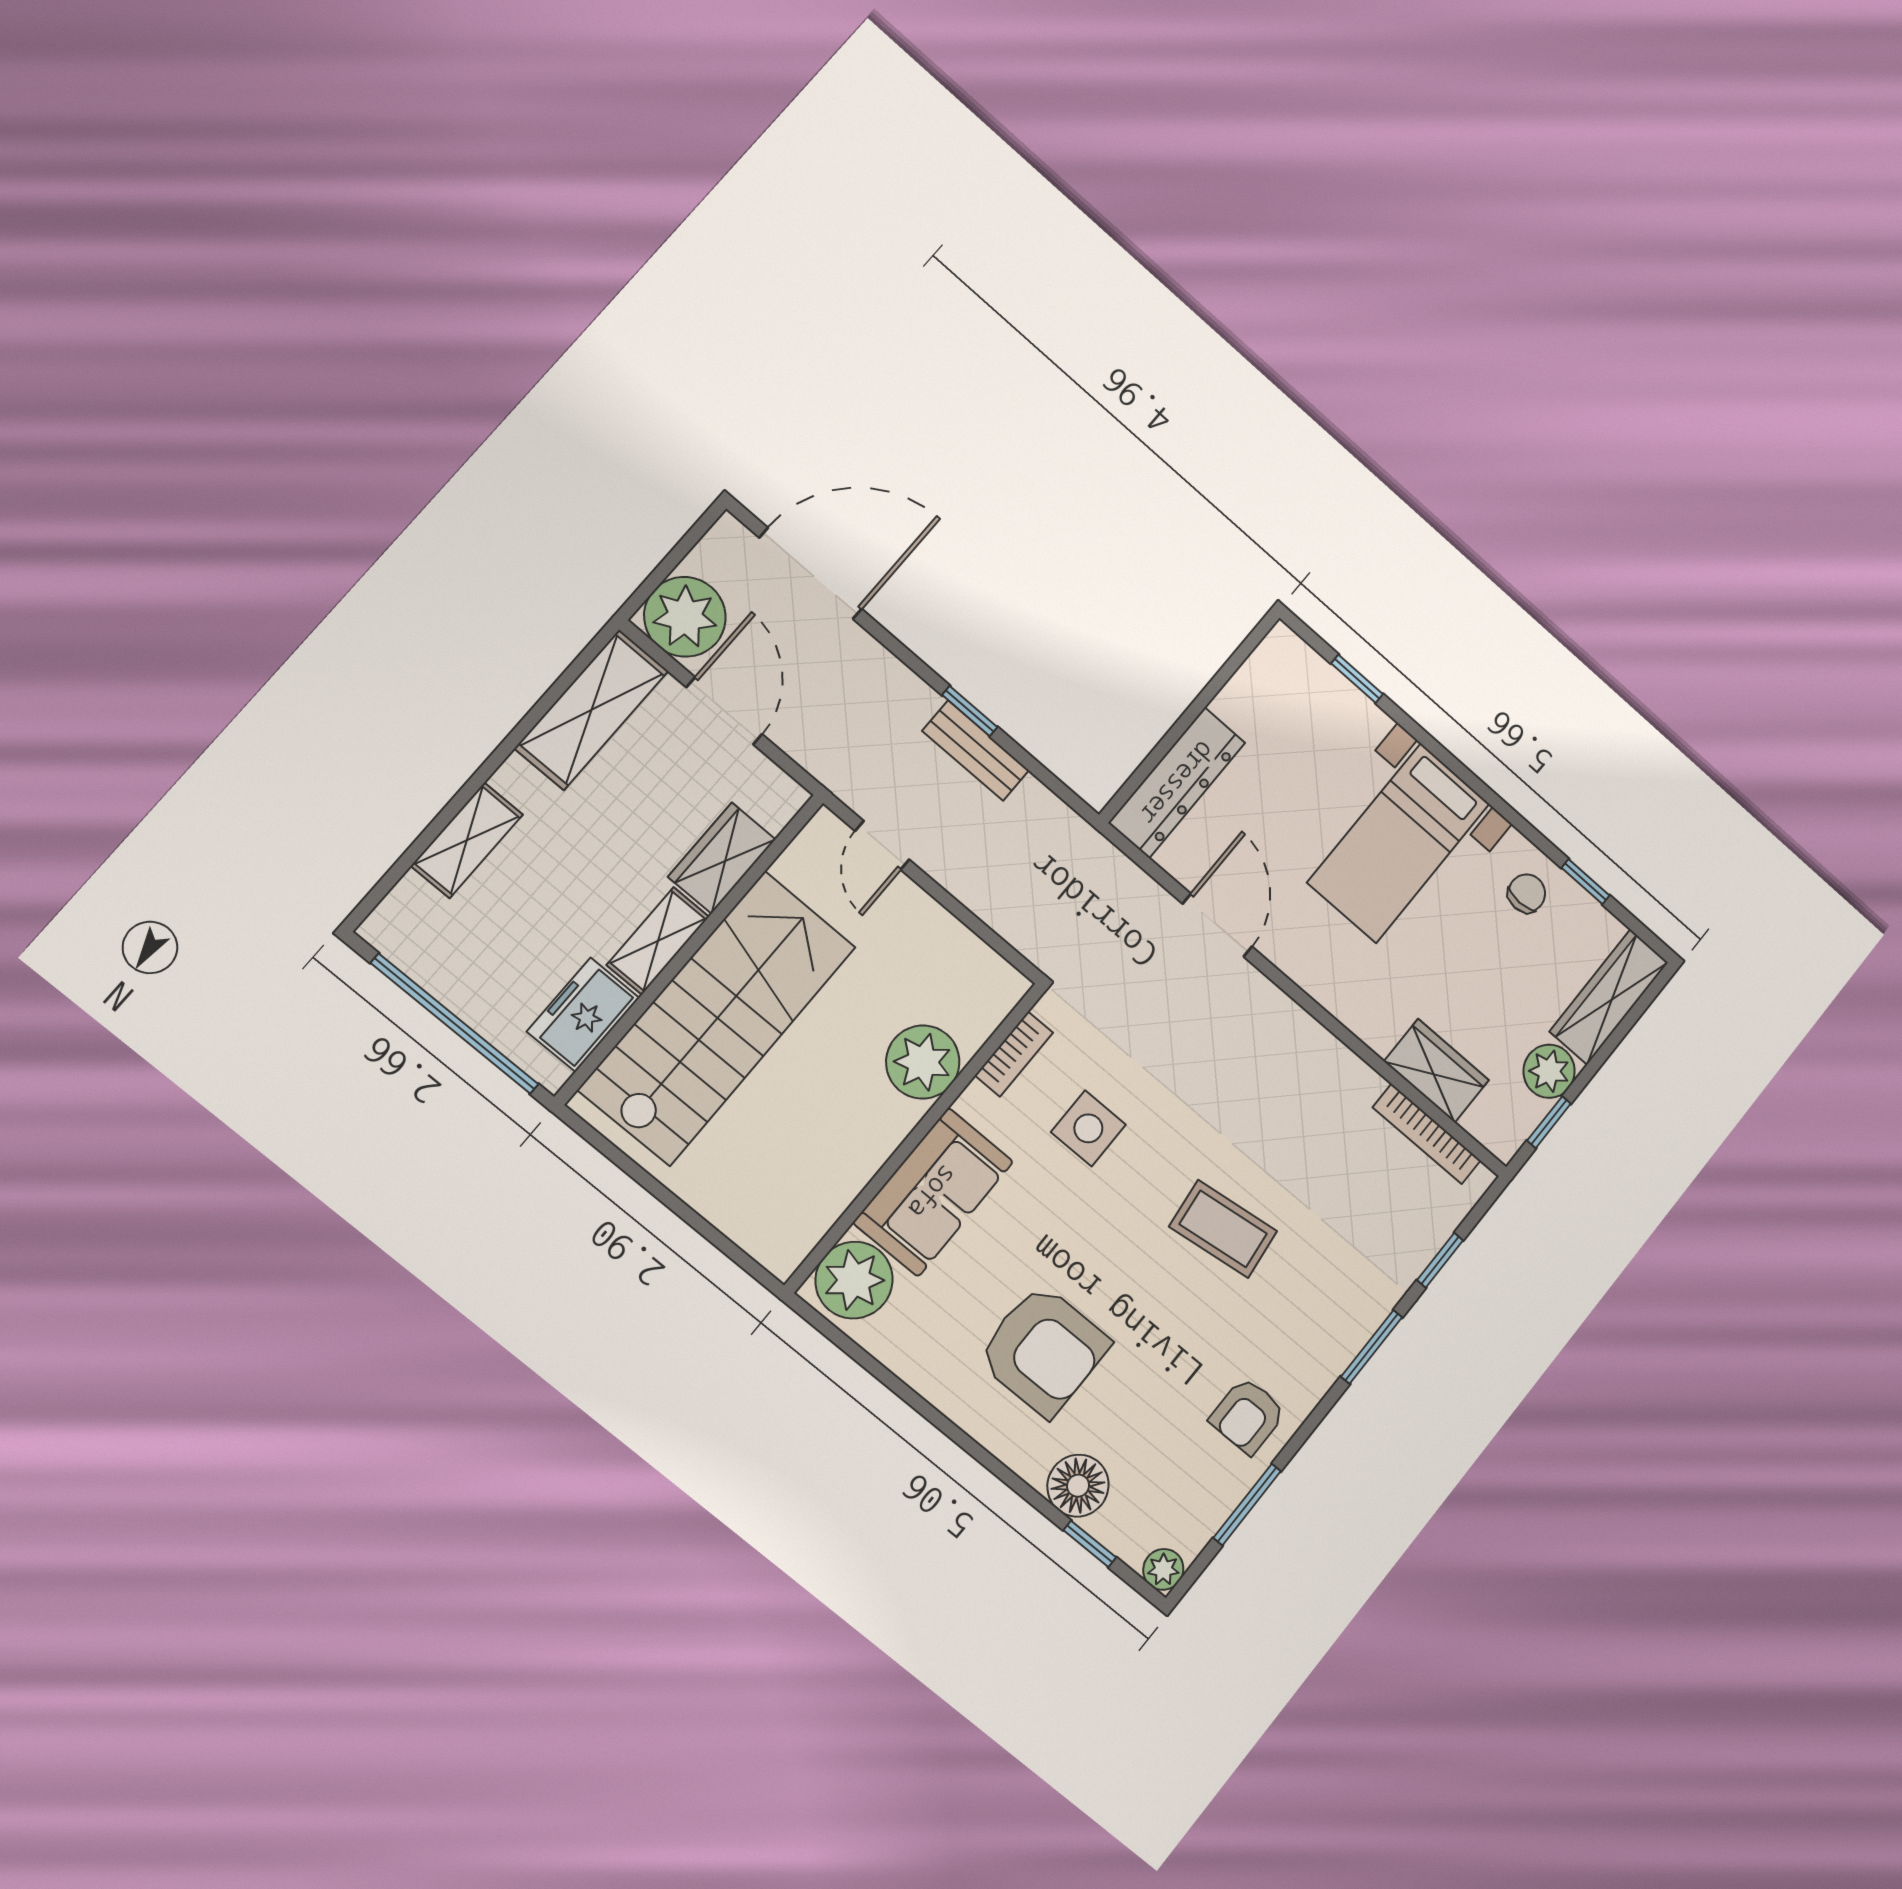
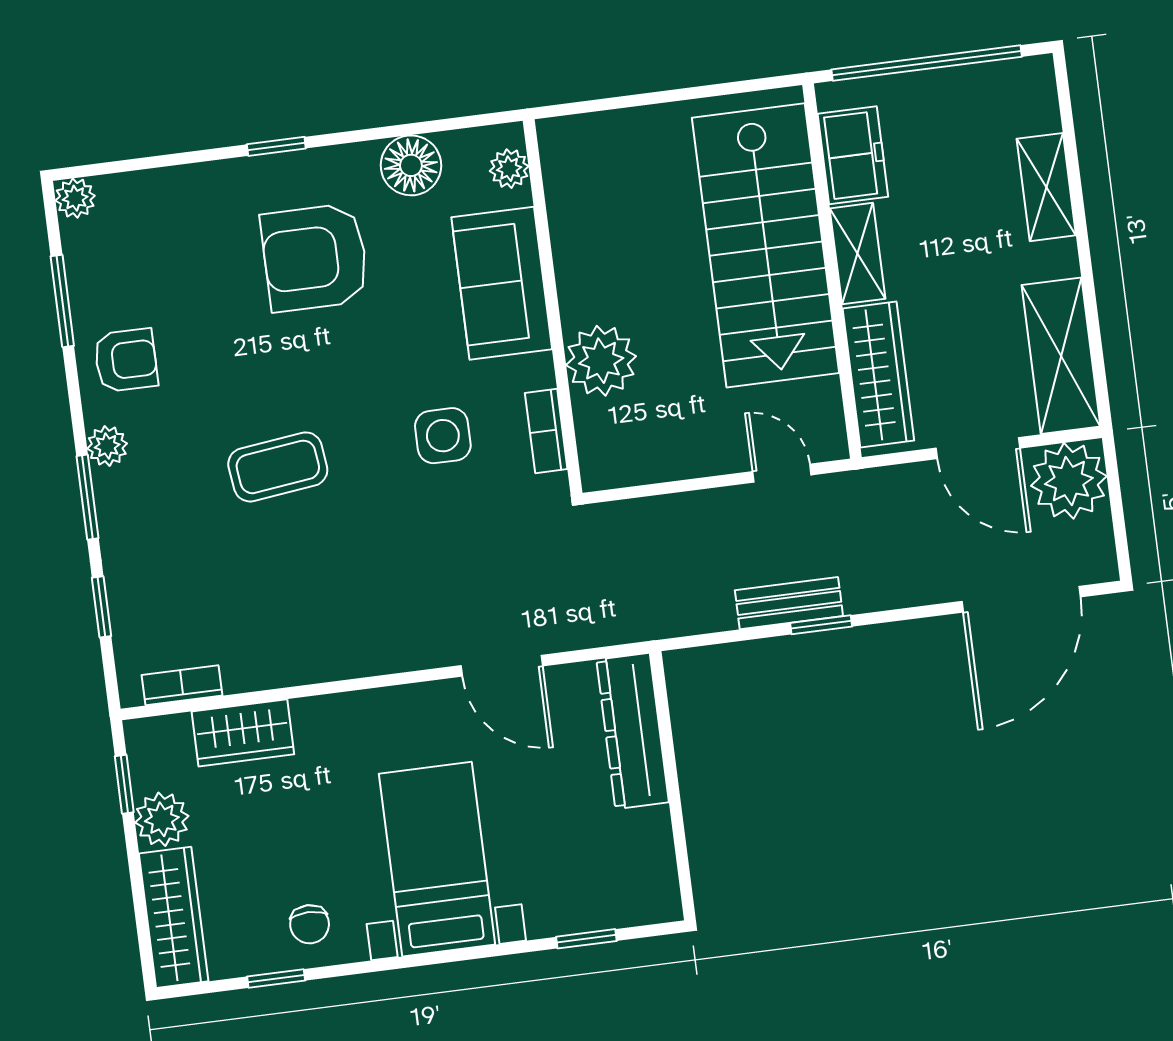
wardrobe: (722, 858) -> (878, 374), width x1.50
bookcase: (1427, 1134) -> (182, 685), width x0.64
plant: (854, 1280) -> (509, 169), width x0.53, depth x0.53
plant: (1322, 1369) -> (107, 446), added
armchair: (1248, 1416) -> (126, 360), turned 90
floor lamp: (1078, 1486) -> (411, 165), moved
window: (1090, 1544) -> (276, 146), moved

